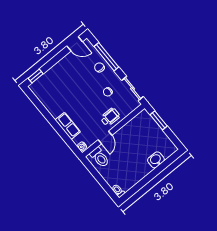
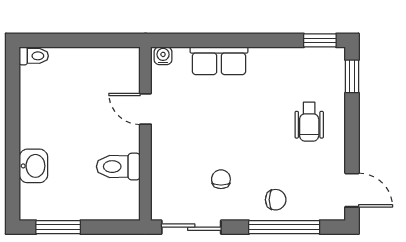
door: (75, 44) -> (352, 190), swing flipped
window: (32, 97) -> (320, 40), added
wheelchair: (110, 117) -> (309, 122), moved
window: (159, 120) -> (58, 227), moved
toilet: (100, 157) -> (118, 167), moved

